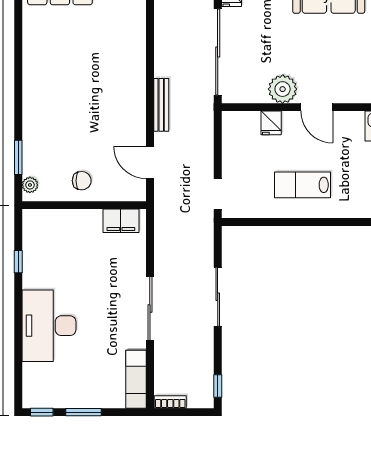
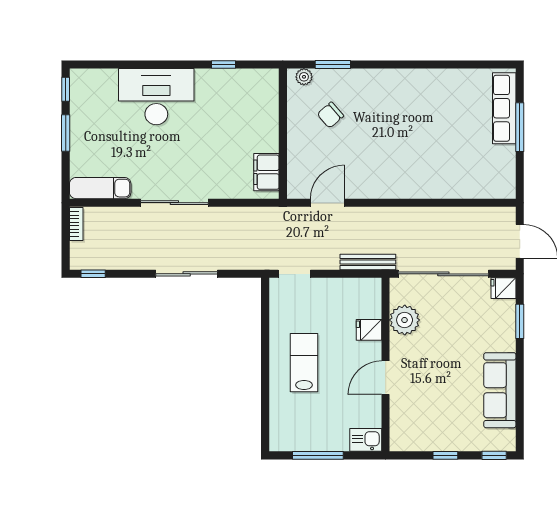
plant: (283, 89) -> (405, 320), moved
bench: (161, 105) -> (368, 262), moved
chair: (82, 181) -> (330, 115), moved, turned 49

